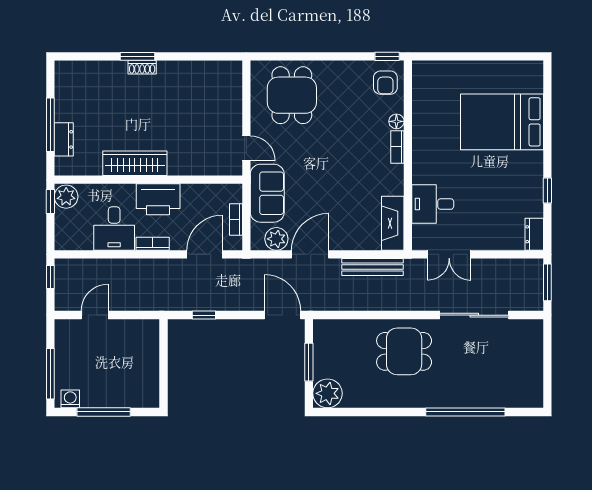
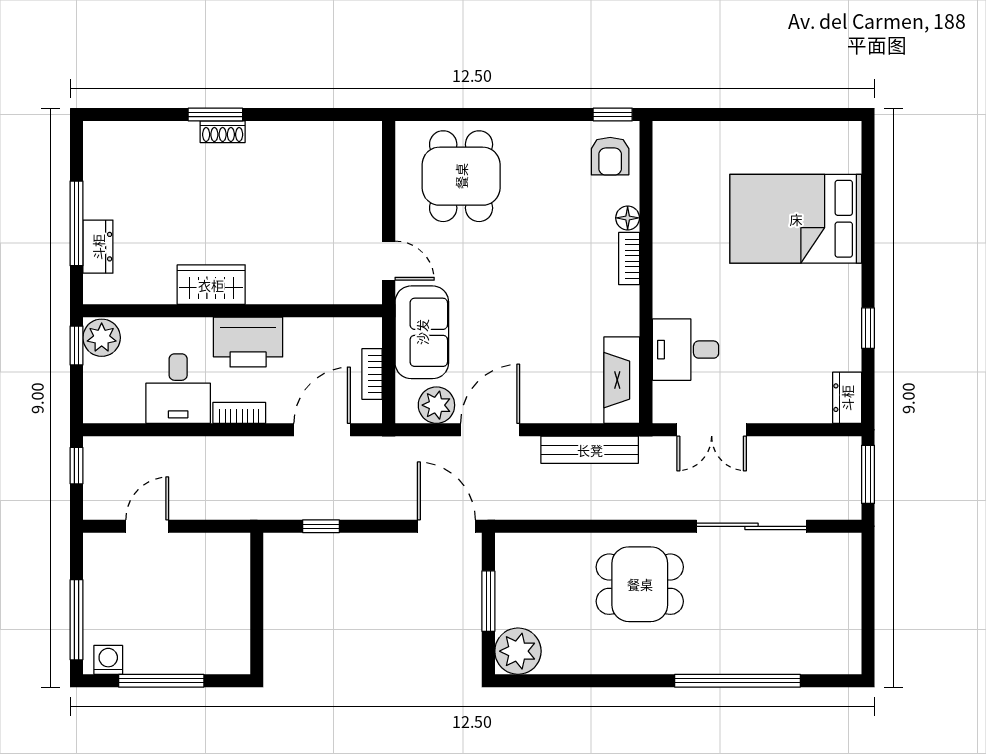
wardrobe: (135, 163) -> (211, 285), width x0.67

